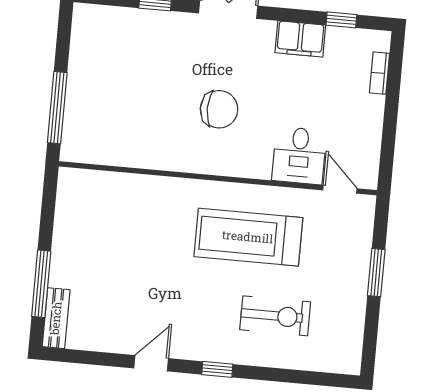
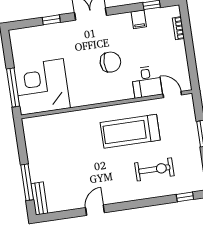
filing cabinet: (300, 39) -> (139, 19), width x0.50
chair: (219, 109) -> (110, 62), moved
corner desk: (109, 119) -> (42, 87), added
window: (217, 369) -> (185, 197), moved

